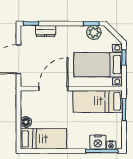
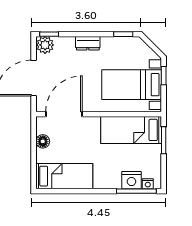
dresser: (46, 31) -> (88, 43), moved
plant: (94, 32) -> (45, 45), moved
door: (53, 89) -> (64, 114), moved
floor lamp: (26, 122) -> (43, 141), moved

